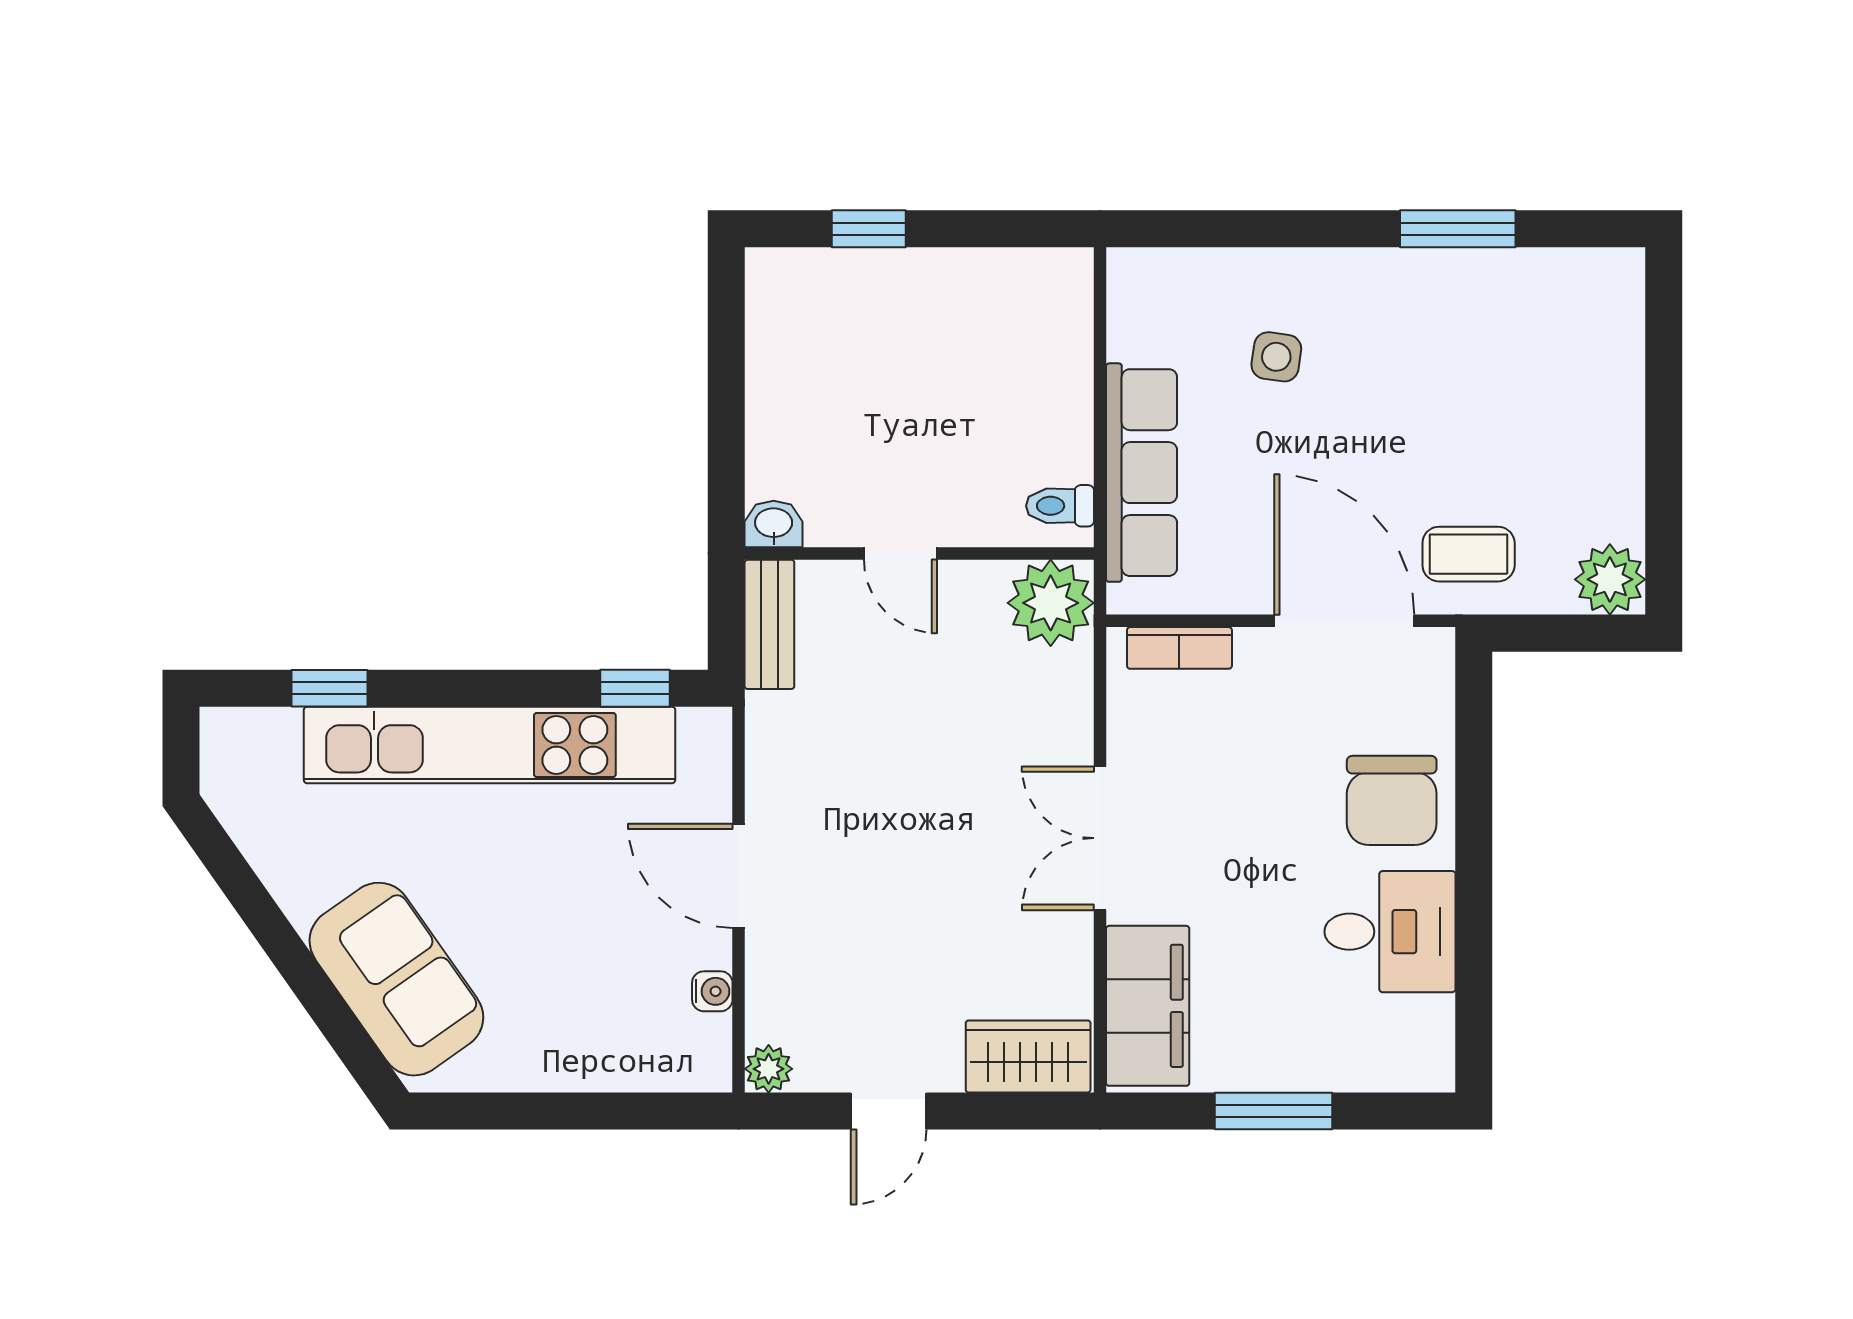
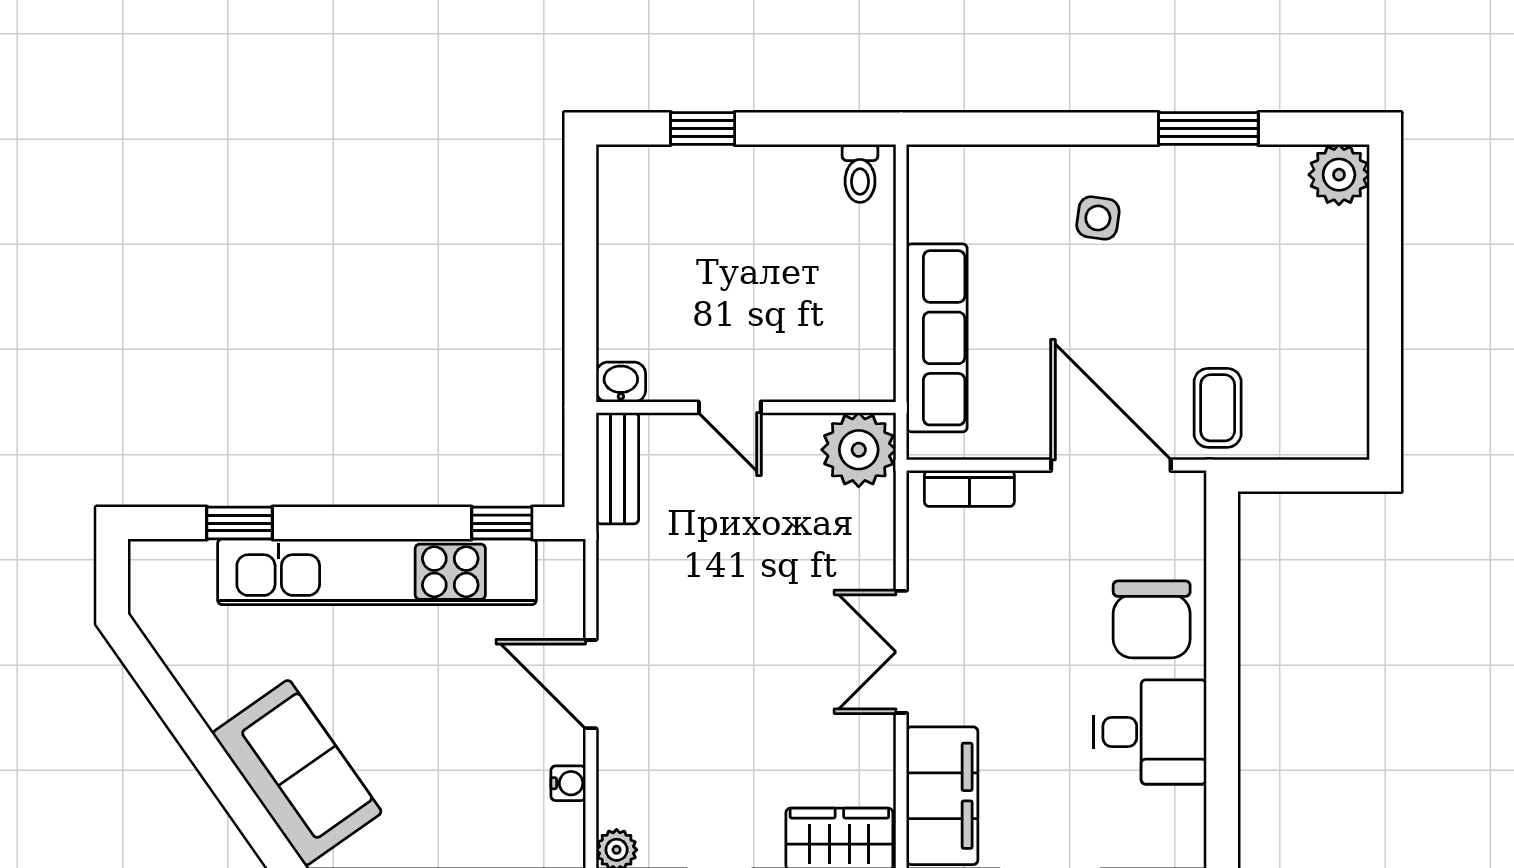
side table: (1276, 357) -> (1098, 218), moved
toilet: (1060, 506) -> (860, 173), moved, turned -90
coffee table: (1469, 554) -> (1218, 408), turned 90
plant: (1610, 579) -> (1339, 175), moved

